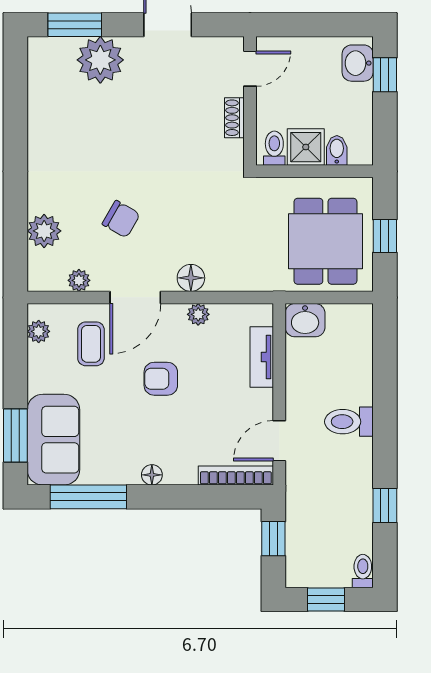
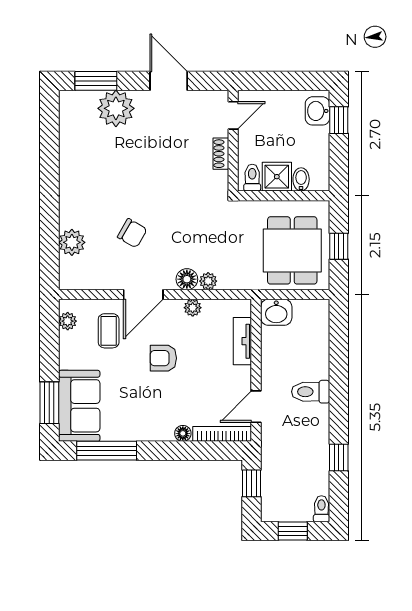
plant: (79, 280) -> (208, 281), moved
floor lamp: (152, 475) -> (183, 433), moved

